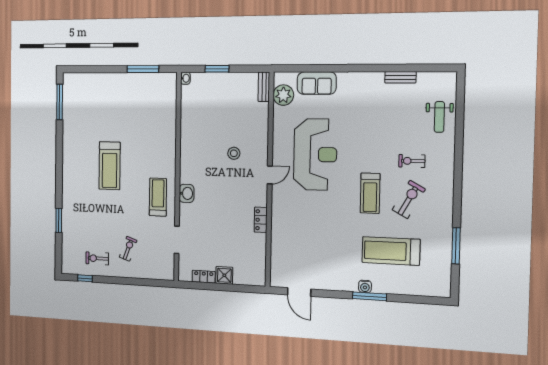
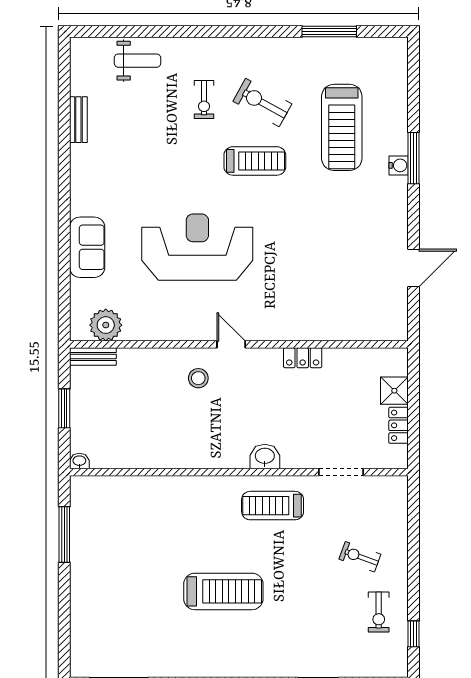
bench: (264, 87) -> (93, 357), moved
plant: (283, 95) -> (106, 325), moved
door: (270, 175) -> (231, 344), moved
wall: (270, 180) -> (239, 344), moved
locker: (261, 220) -> (303, 358), moved

